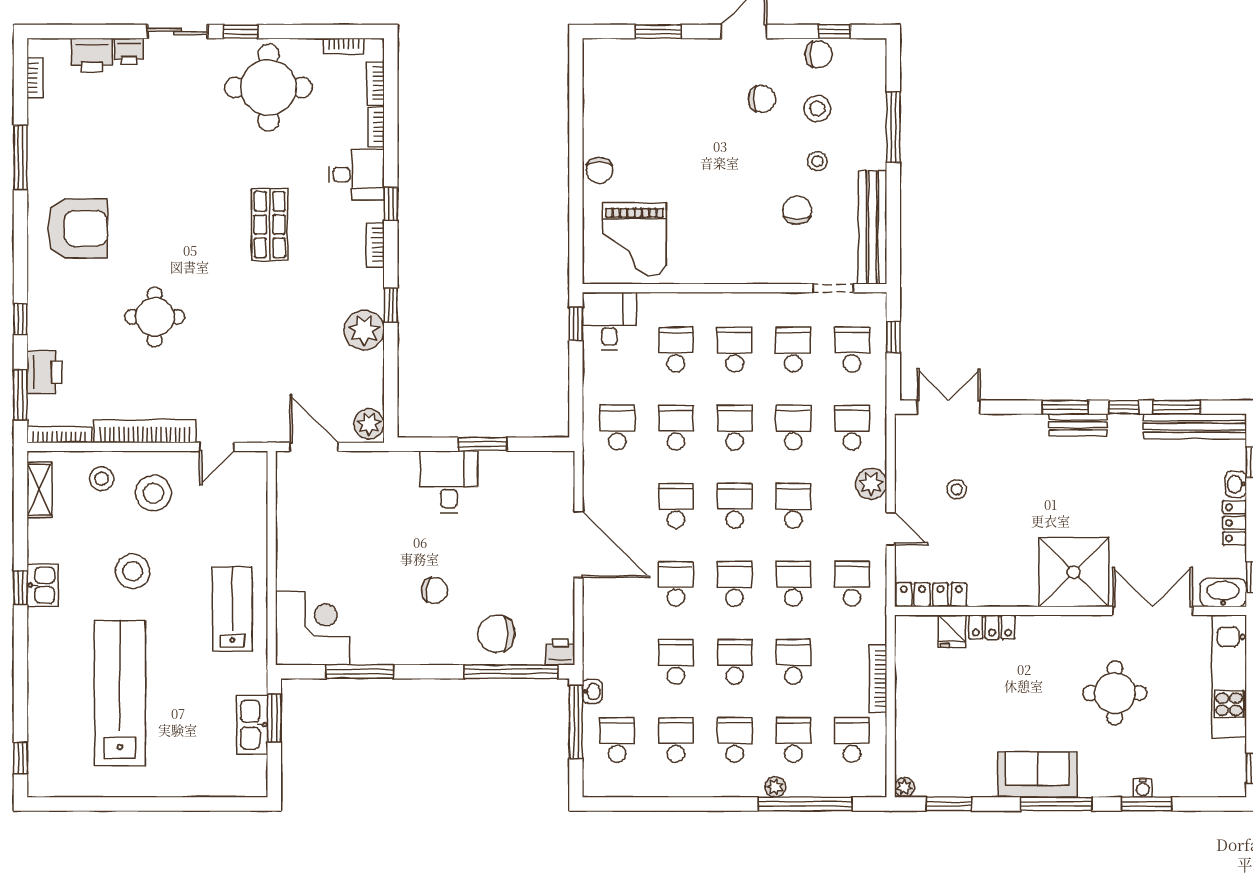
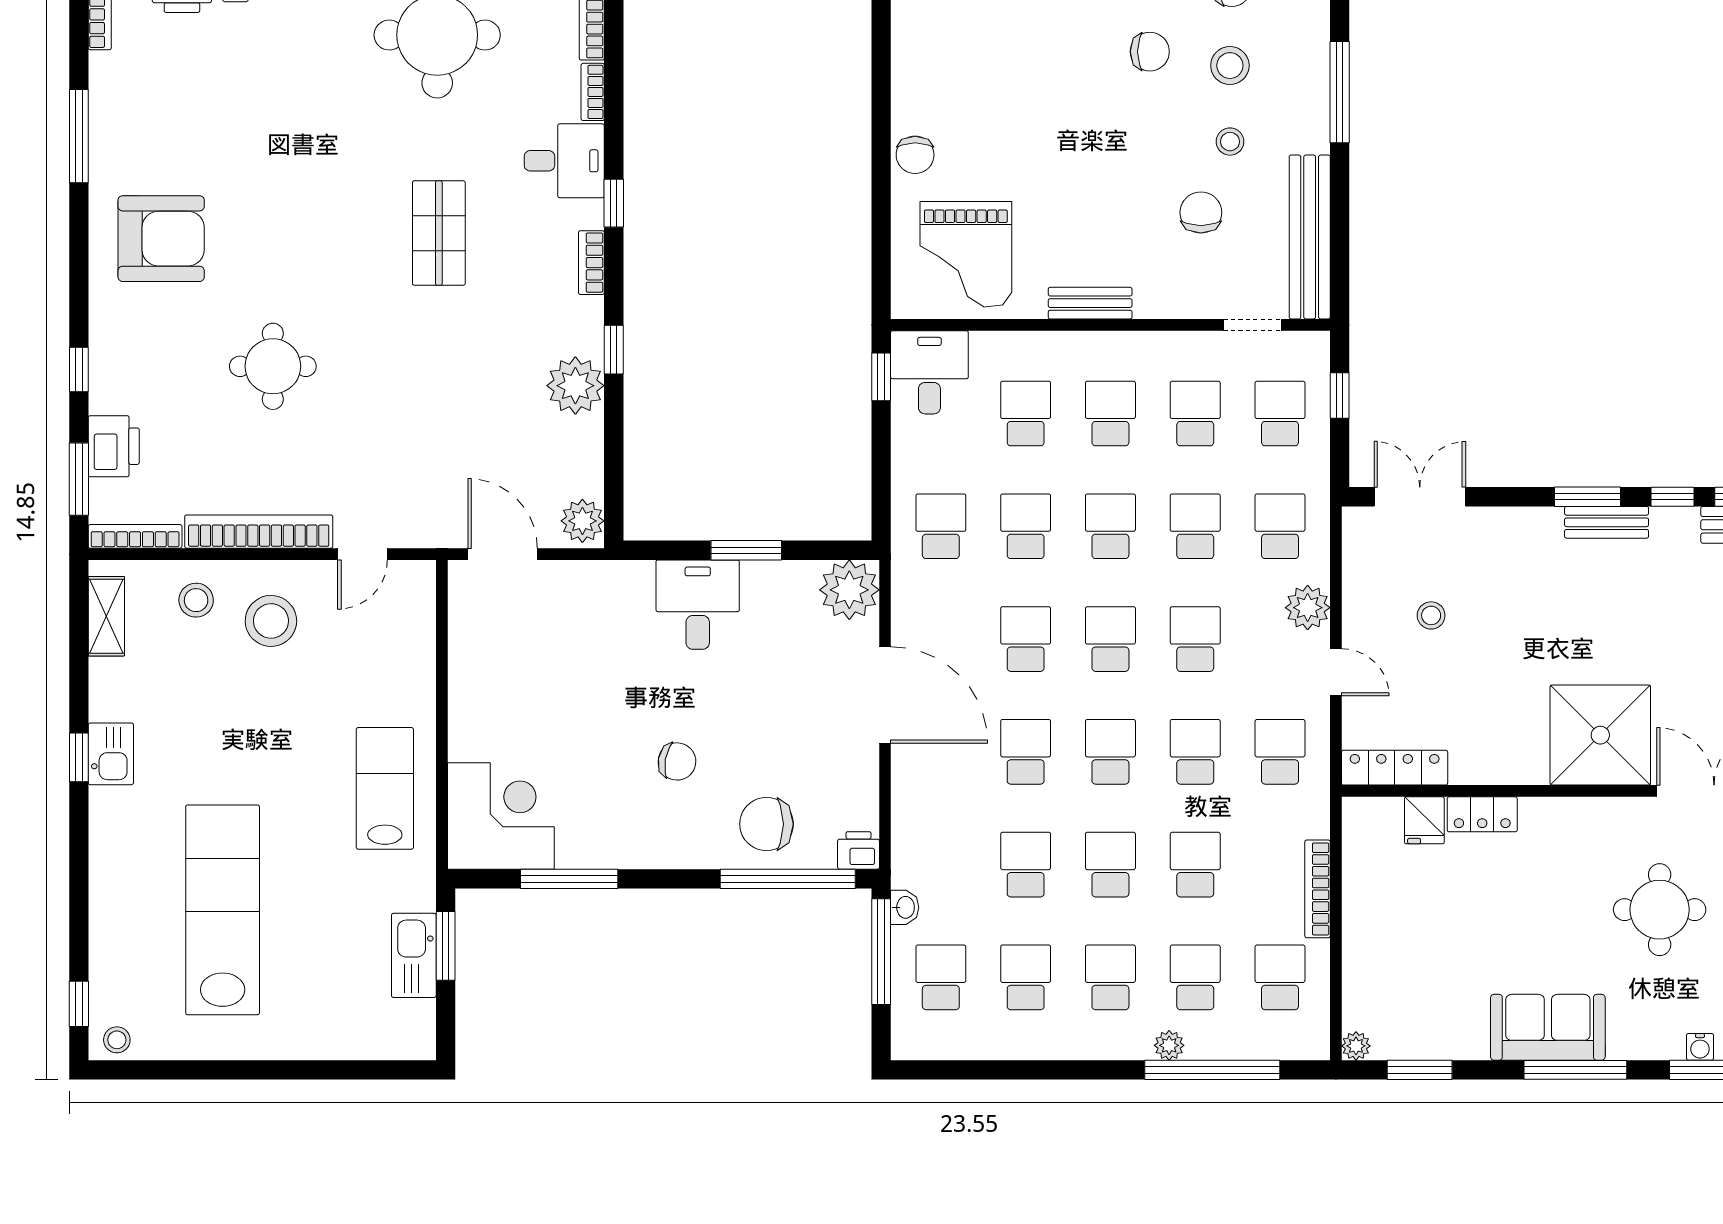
bench: (721, 273) -> (1090, 303), added
plant: (554, 472) -> (849, 590), added
stool: (133, 571) -> (117, 1040), moved, width x0.53, depth x0.53

